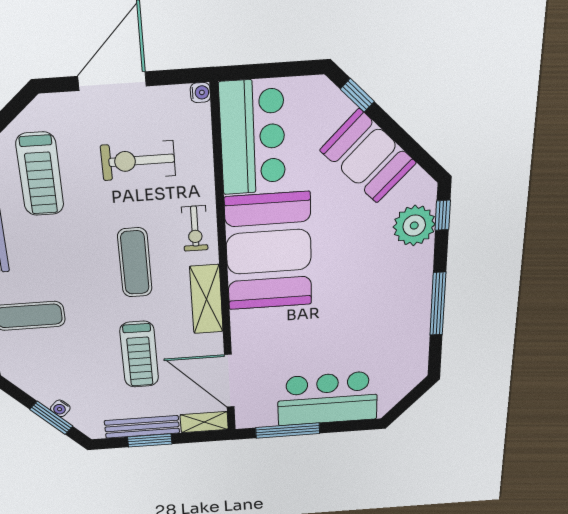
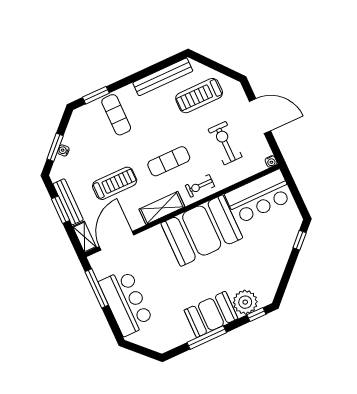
booth: (368, 156) -> (211, 314), moved, turned 45
treadmill: (139, 354) -> (115, 183), turned 180

